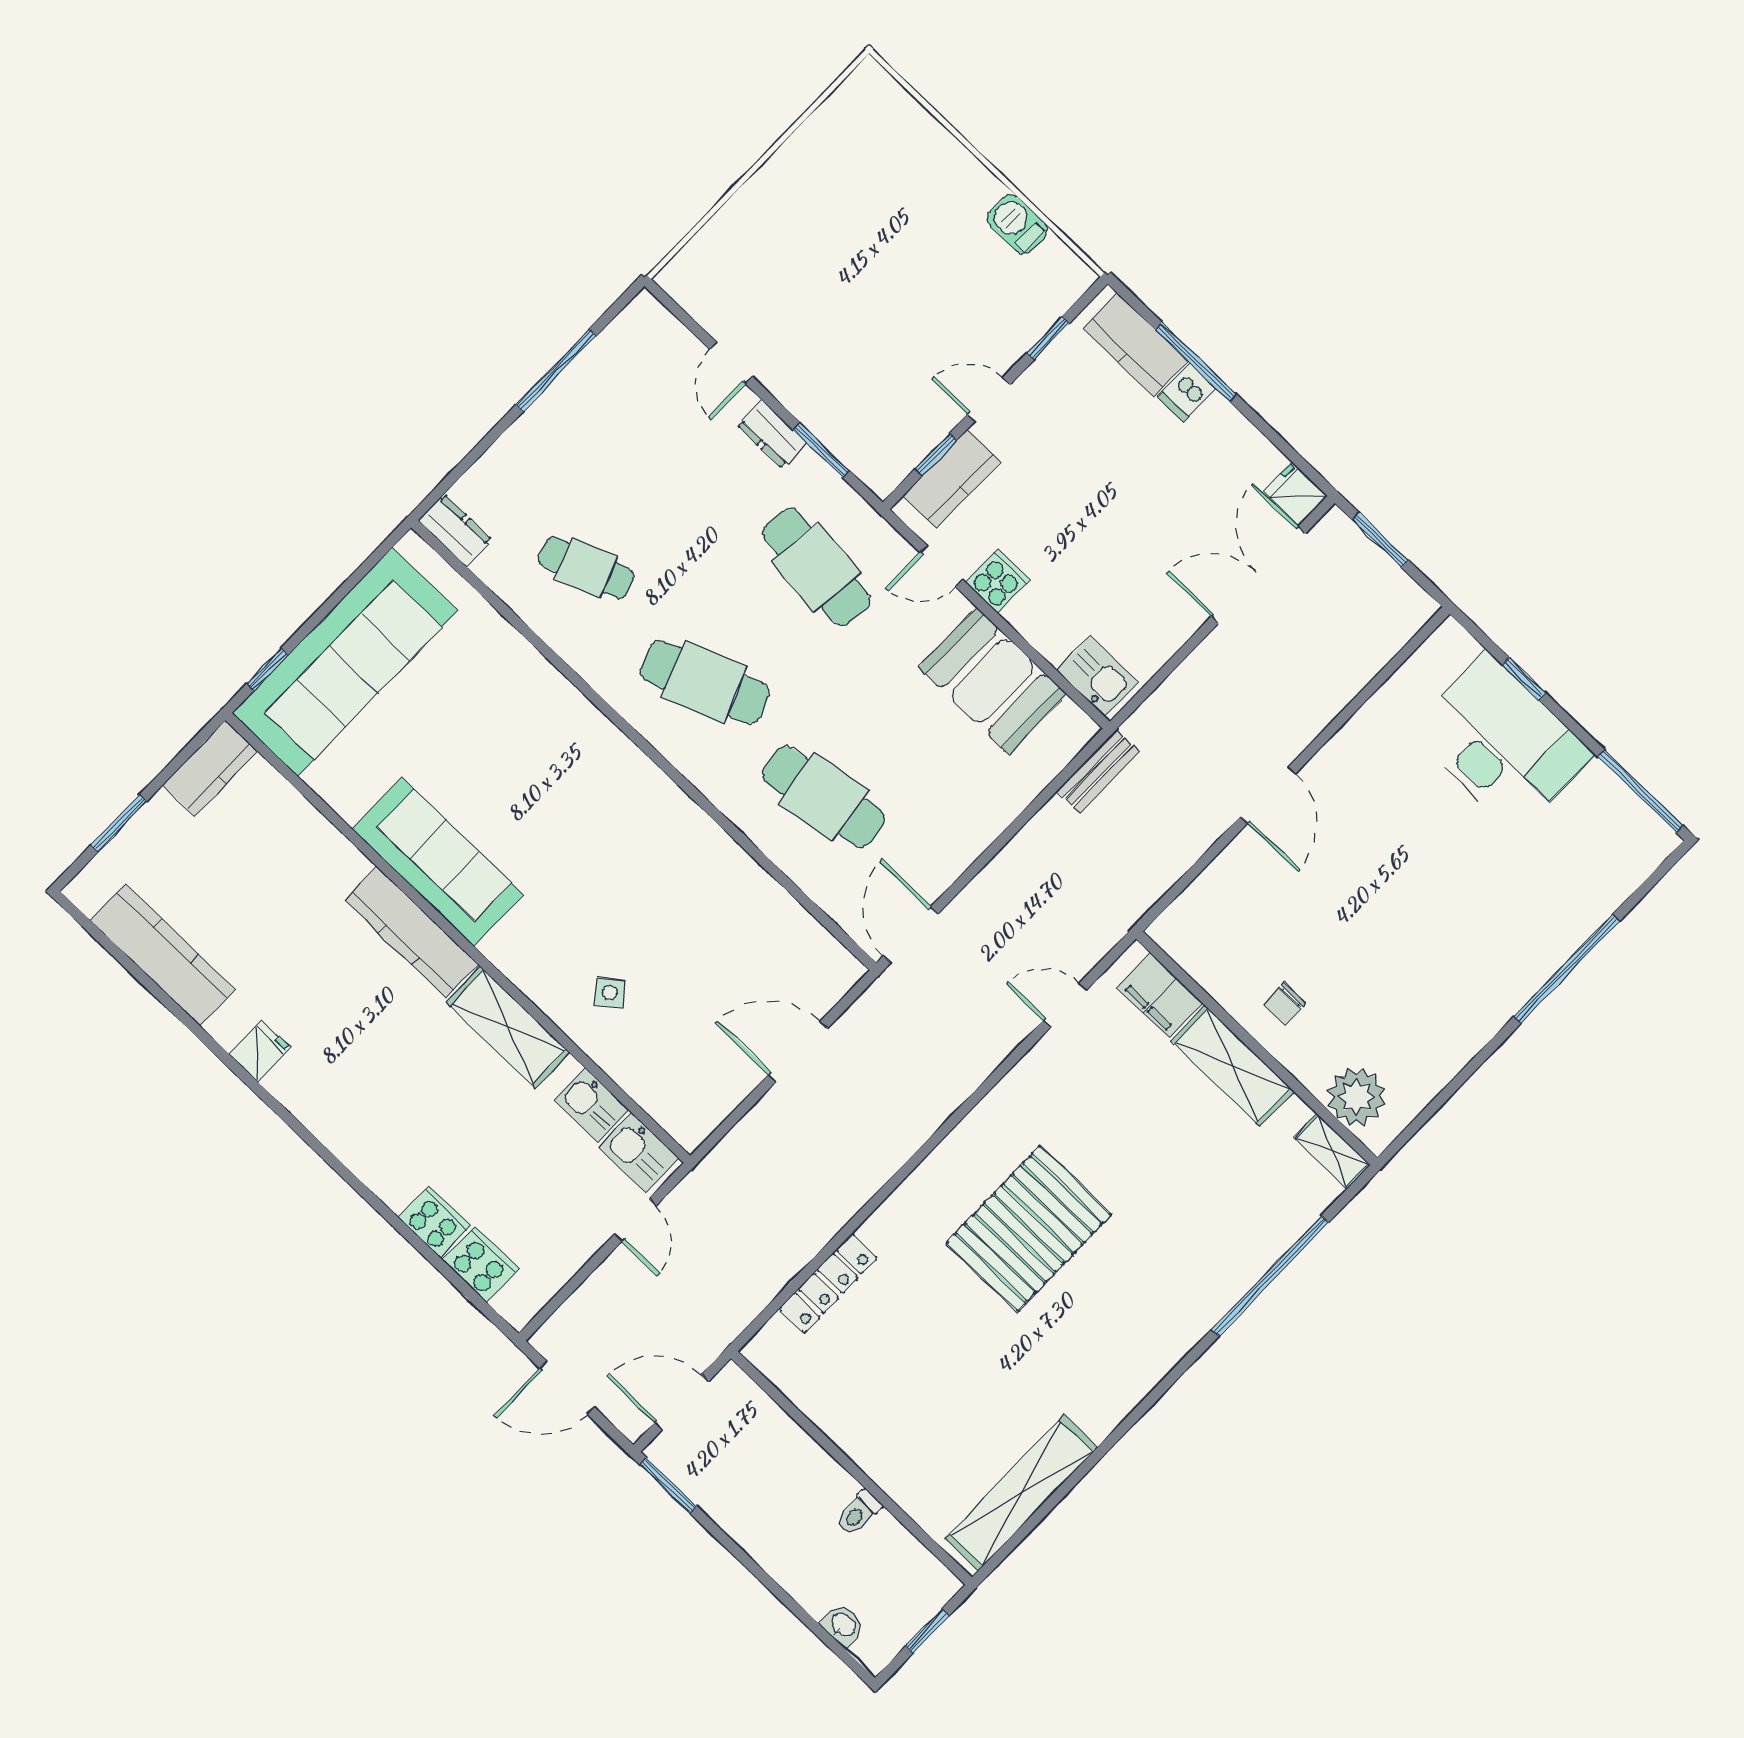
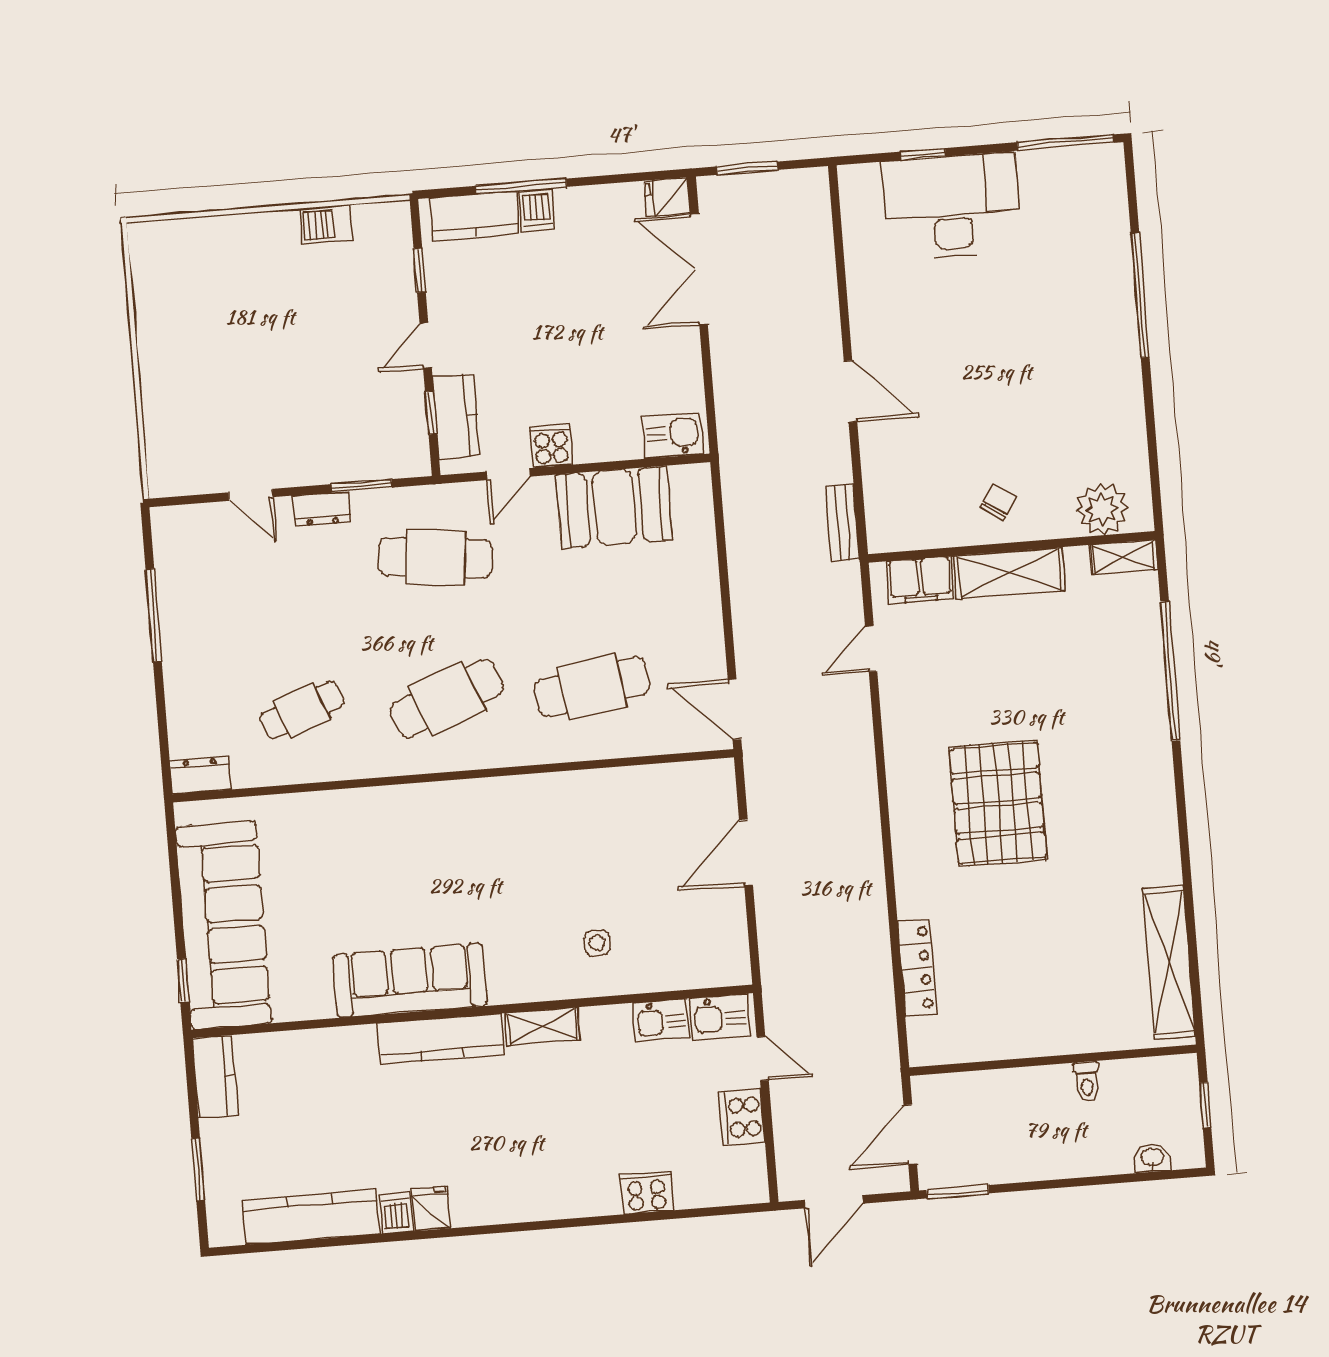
bench: (1098, 771) -> (842, 523), moved
side table: (610, 993) -> (597, 943), turned 38
chair: (1285, 1004) -> (998, 502), turned -146
dishwasher: (229, 1024) -> (396, 1213), added
shelving: (508, 1027) -> (542, 1026), width x0.67, depth x0.75
cooker: (481, 1265) -> (742, 1117), moved, turned -90

